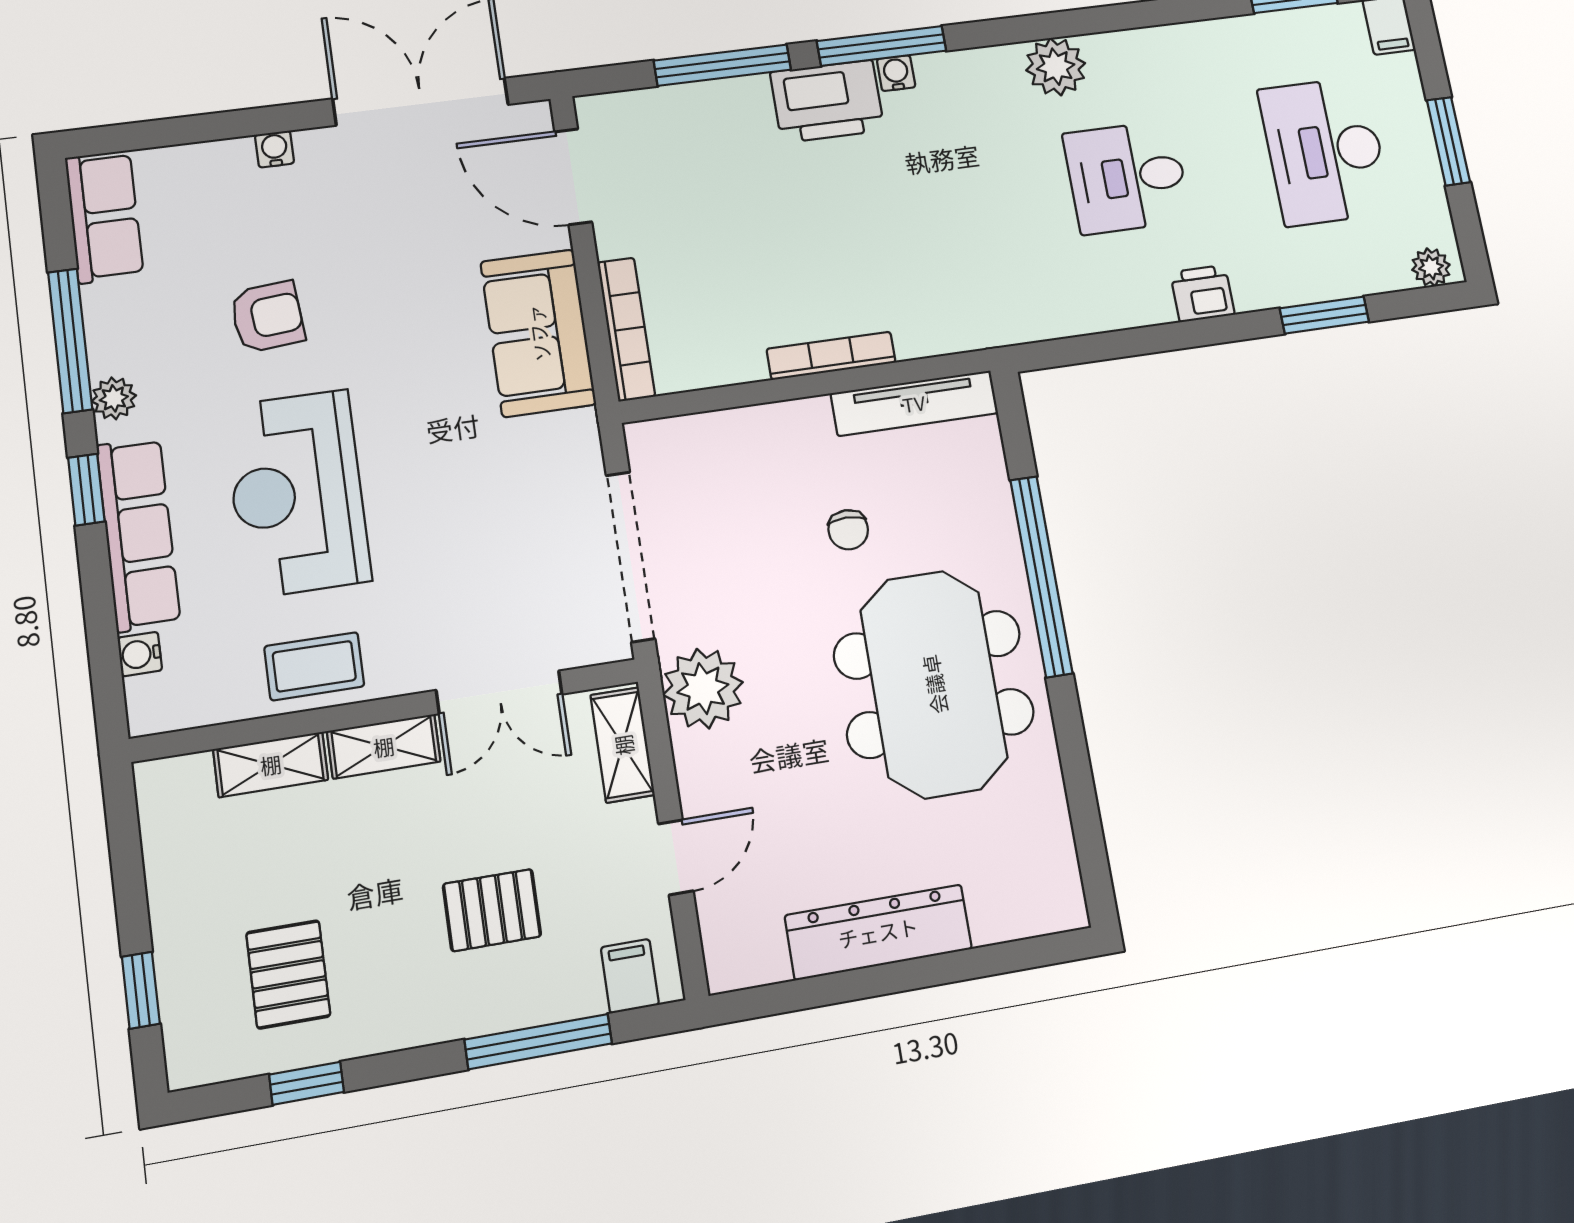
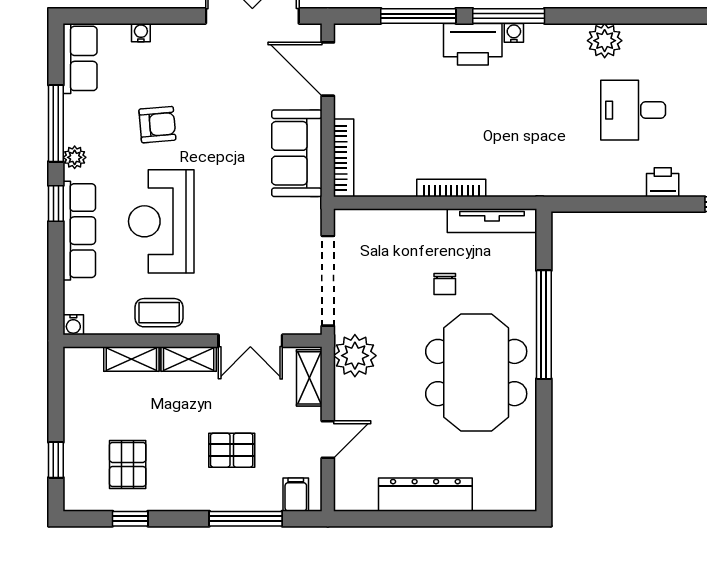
water cooler: (274, 149) -> (141, 33), moved
water cooler: (140, 654) -> (73, 325), moved, turned -90

